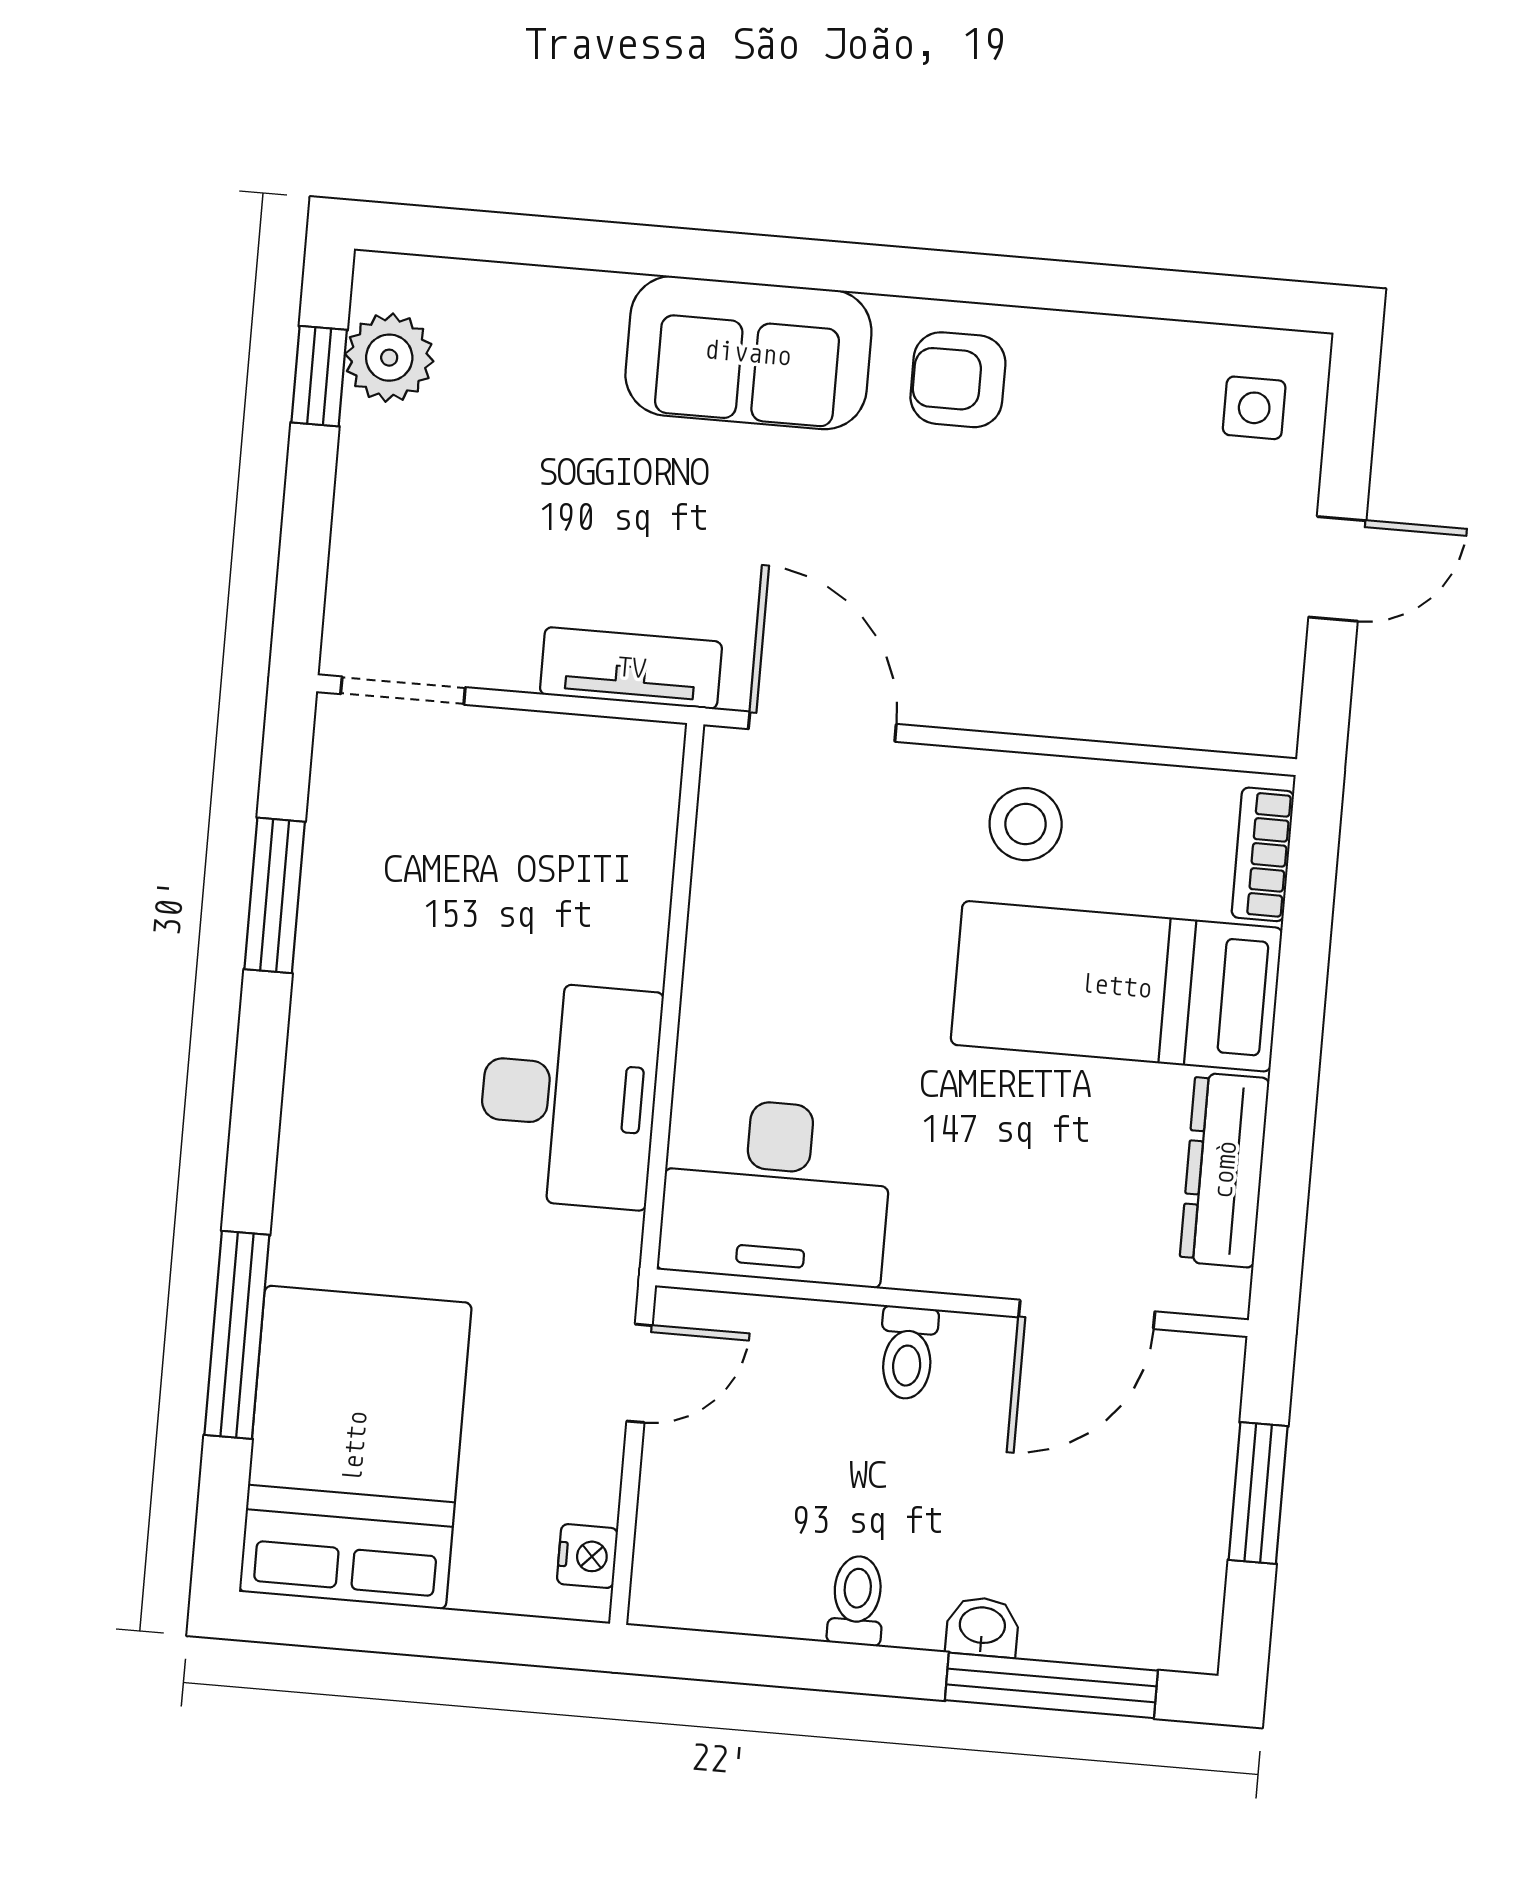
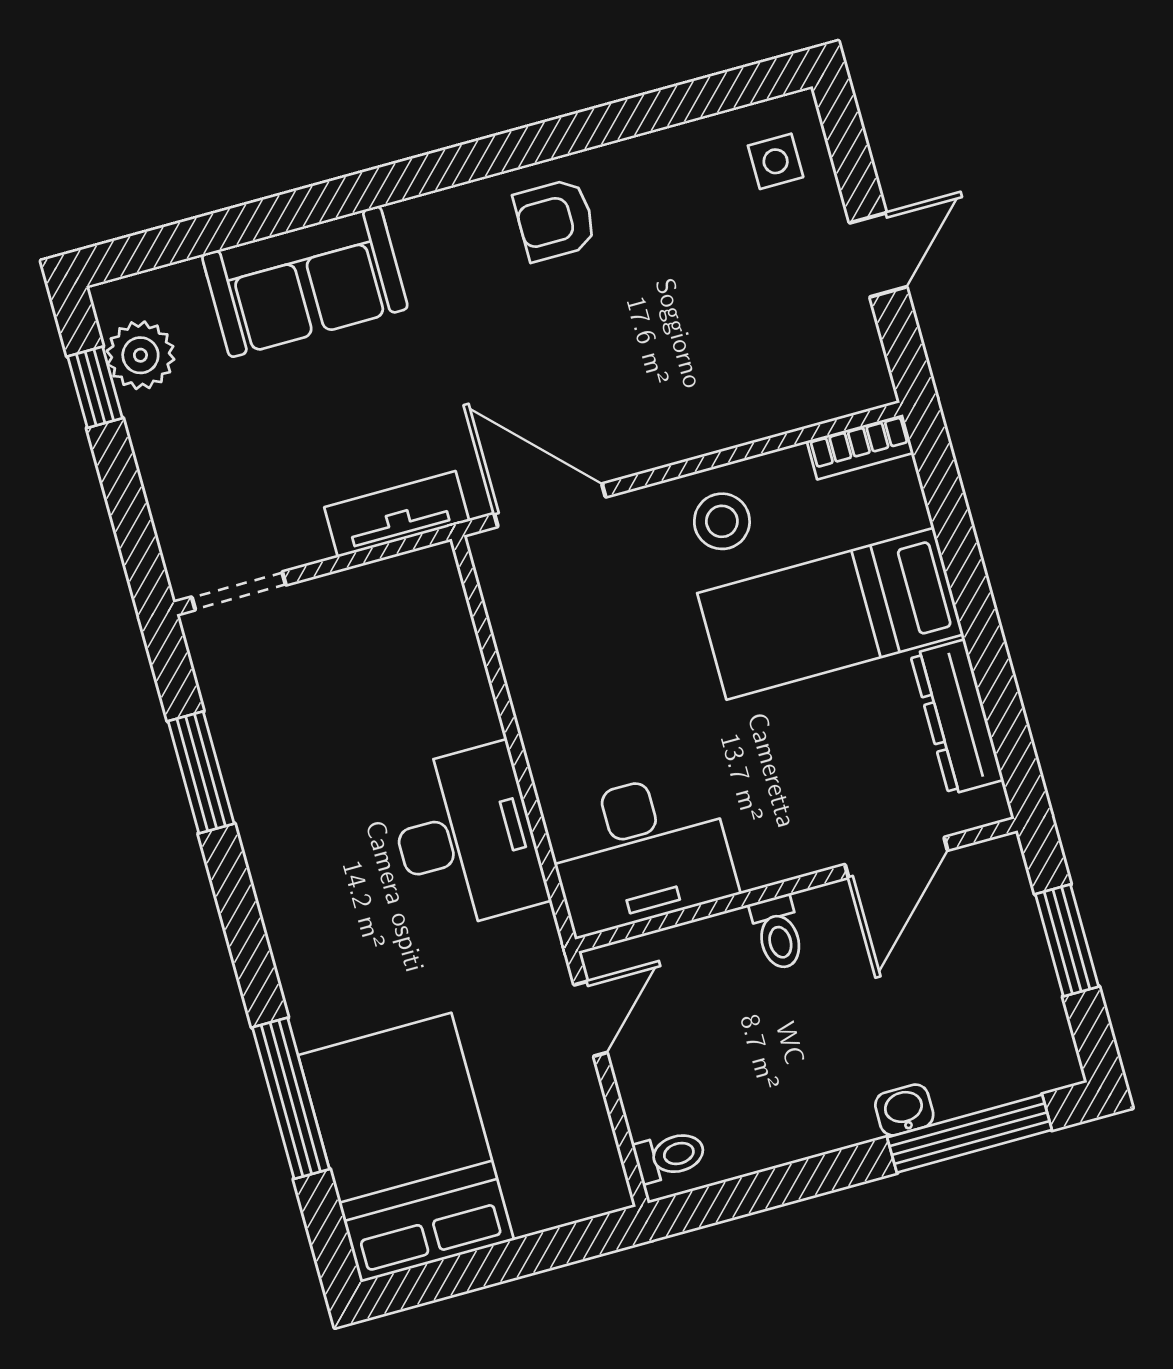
sofa: (748, 353) -> (305, 282), moved
bookcase: (1263, 854) -> (860, 447), moved, turned -90
nightstand: (587, 1556) -> (602, 1164), removed
toilet: (857, 1600) -> (670, 1156), moved, turned 90

